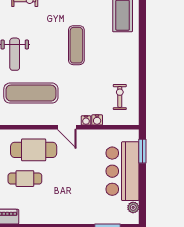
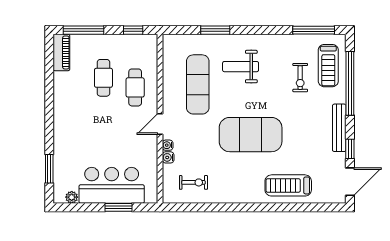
exercise mat: (76, 45) -> (251, 135), width x2.00, depth x1.45
cafe table: (34, 150) -> (135, 87), width x0.73, depth x0.74
window: (142, 151) -> (119, 207), moved

